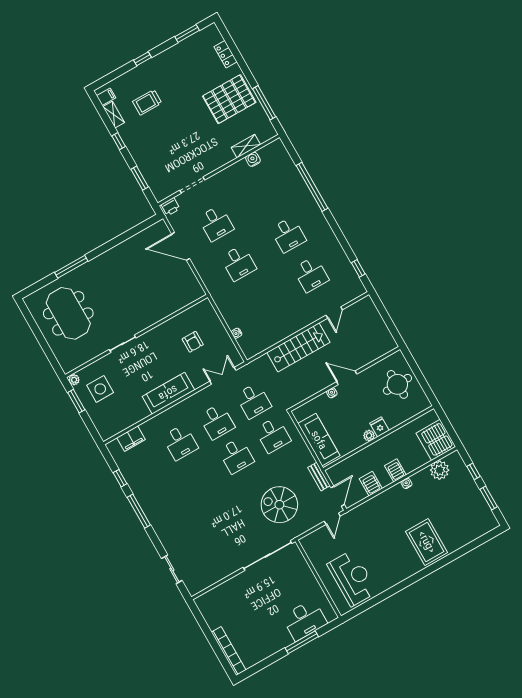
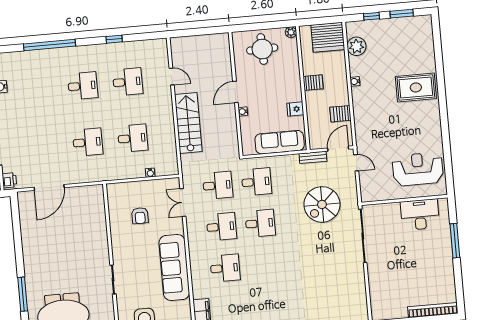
desk: (216, 223) -> (133, 138), moved
window: (358, 268) -> (114, 39), moved
armchair: (193, 342) -> (140, 216), turned 90
sofa: (168, 393) -> (174, 268), width x1.36, depth x1.27
fridge: (379, 427) -> (295, 109), moved
plant: (369, 436) -> (291, 32), moved
server rack: (395, 470) -> (313, 83), moved, turned 180
door: (338, 496) -> (338, 149), hinge flipped
desk: (305, 620) -> (420, 215), moved, turned -90

